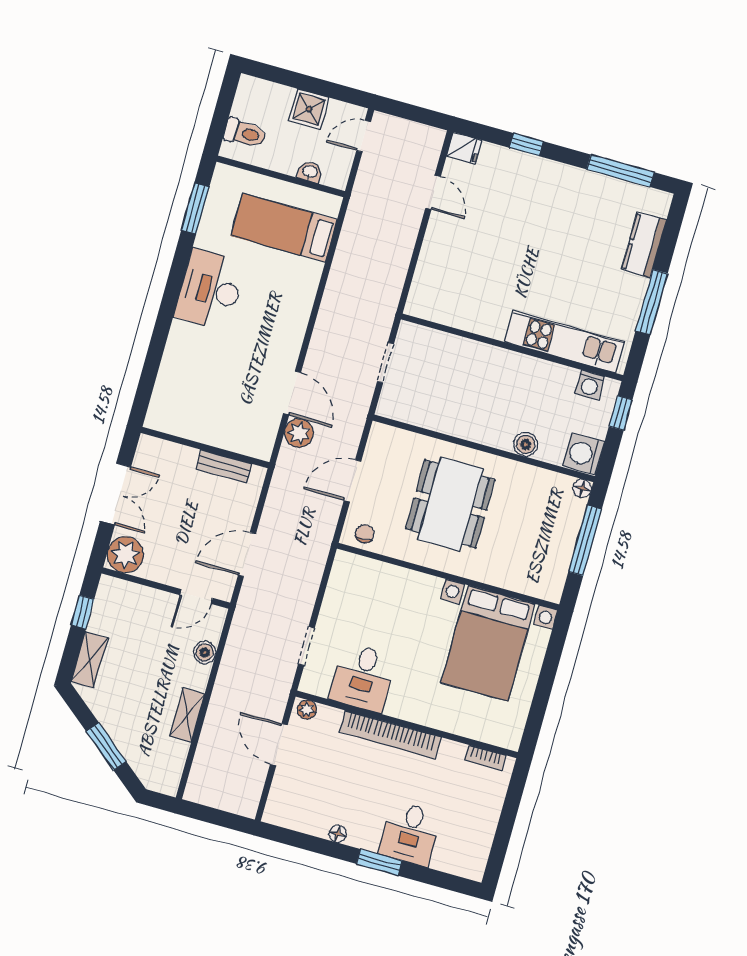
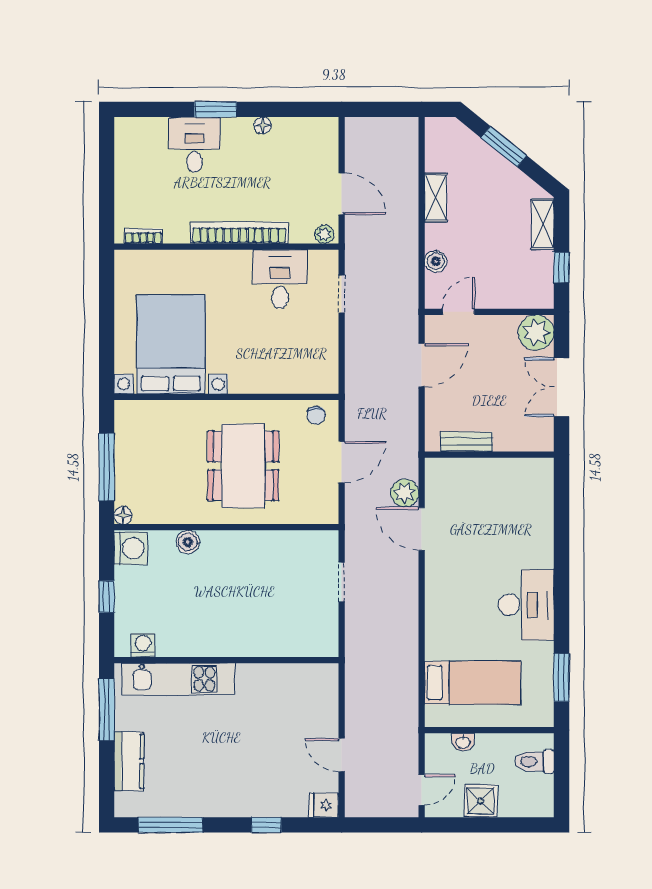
kitchen unit: (564, 342) -> (178, 679), moved
wall: (512, 347) -> (226, 660), moved
washing machine: (590, 385) -> (143, 645), moved

